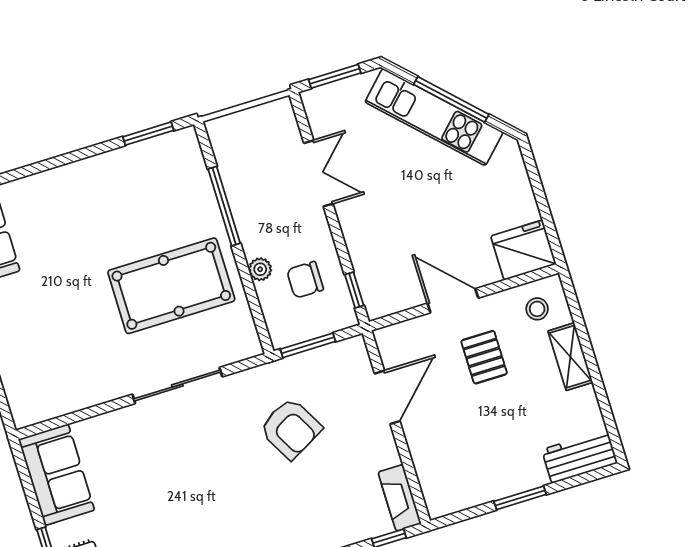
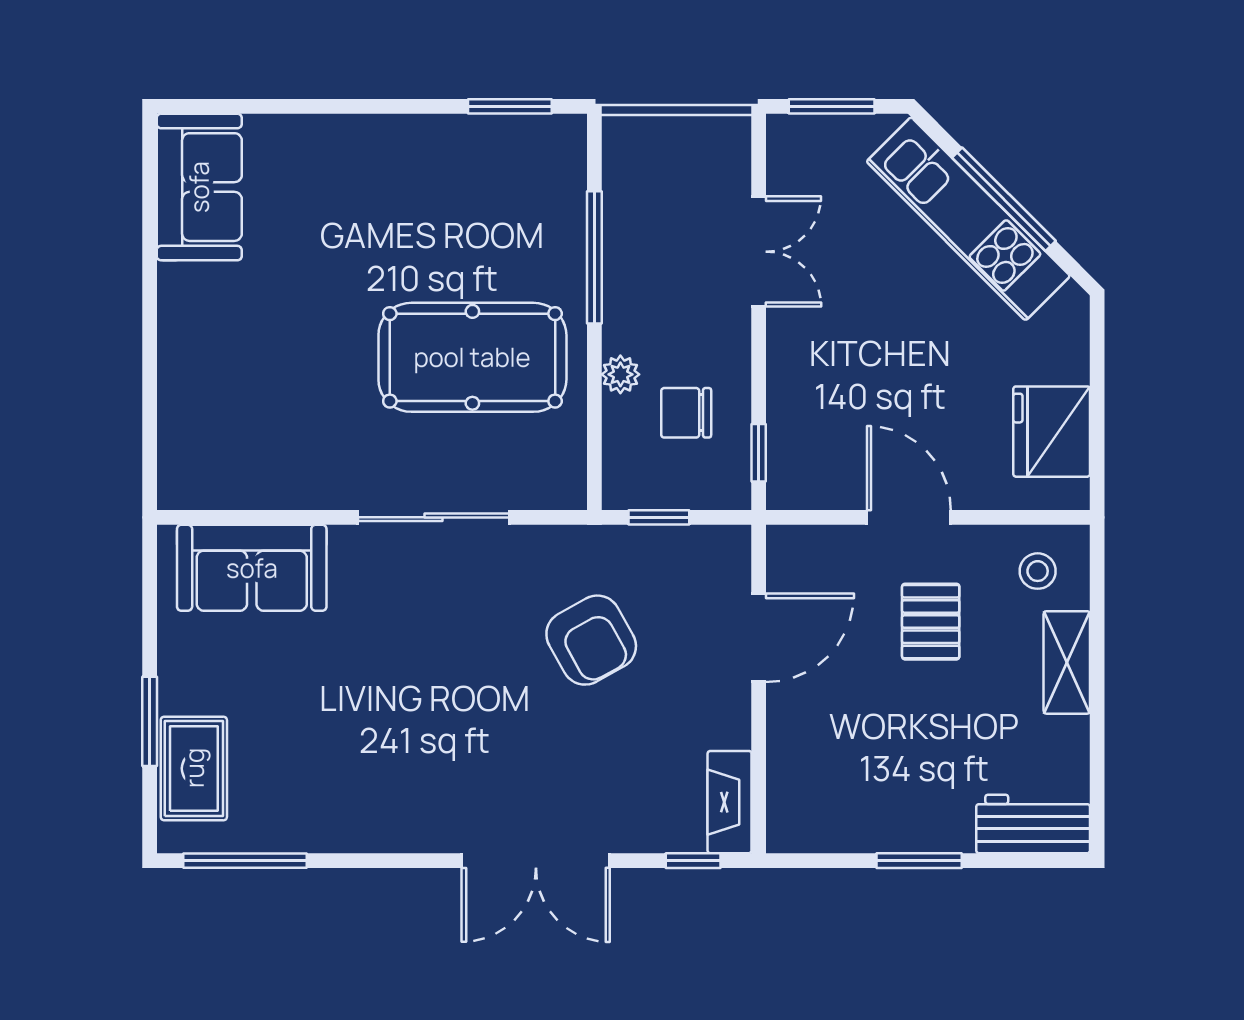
fridge: (523, 250) -> (1052, 432), moved, turned -90
window: (308, 345) -> (659, 517), width x0.67
sofa: (56, 475) -> (252, 568), moved, turned 90

